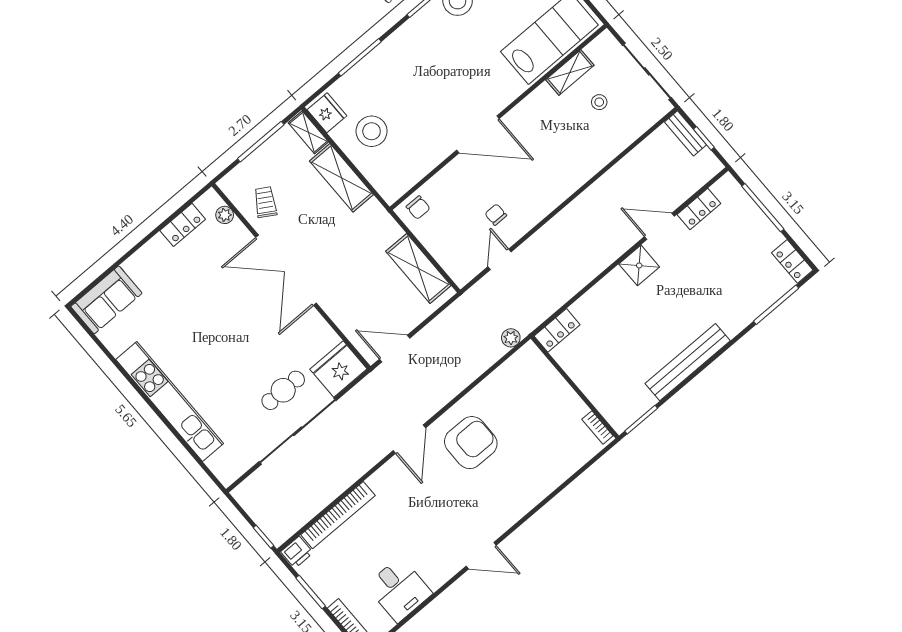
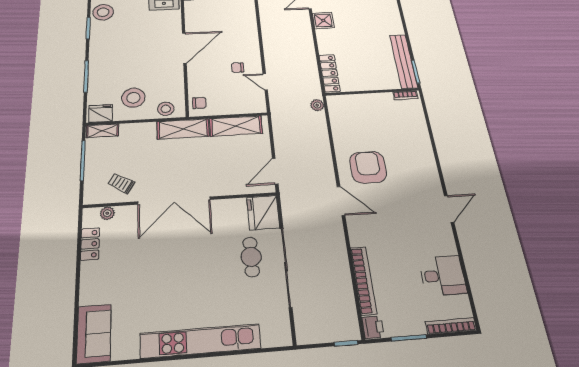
stool: (384, 177) -> (166, 109), added
shelving: (341, 178) -> (183, 129), moved
locker: (557, 330) -> (330, 73), width x1.53
bench: (688, 362) -> (404, 61), moved

